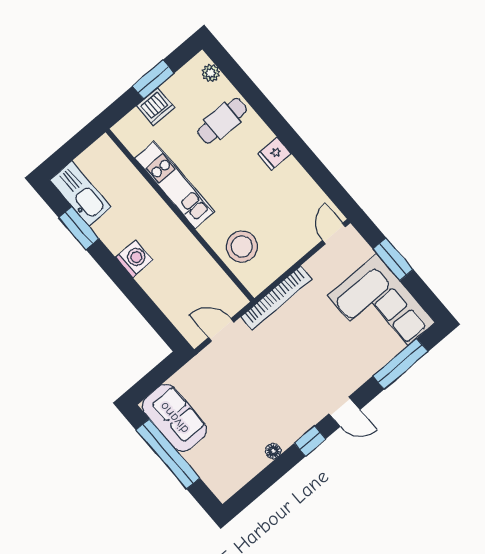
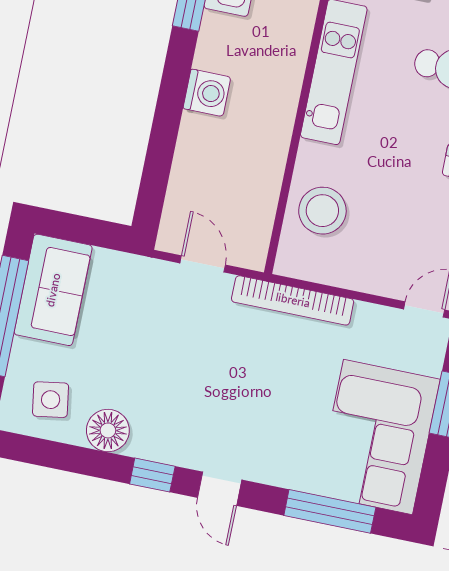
floor lamp: (273, 451) -> (108, 430), width x1.89, depth x1.89
side table: (230, 463) -> (51, 400), added

